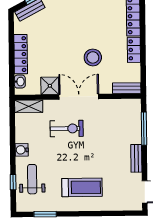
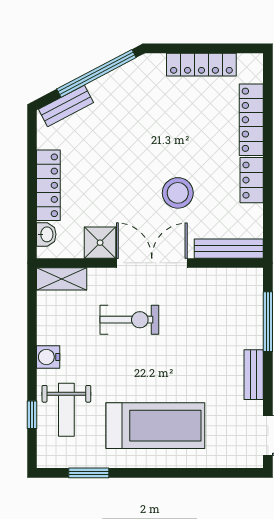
bench: (127, 88) -> (229, 249), width x1.36
weight bench: (32, 179) -> (66, 410), turned 180
treadmill: (82, 187) -> (155, 426), width x1.37, depth x1.38

